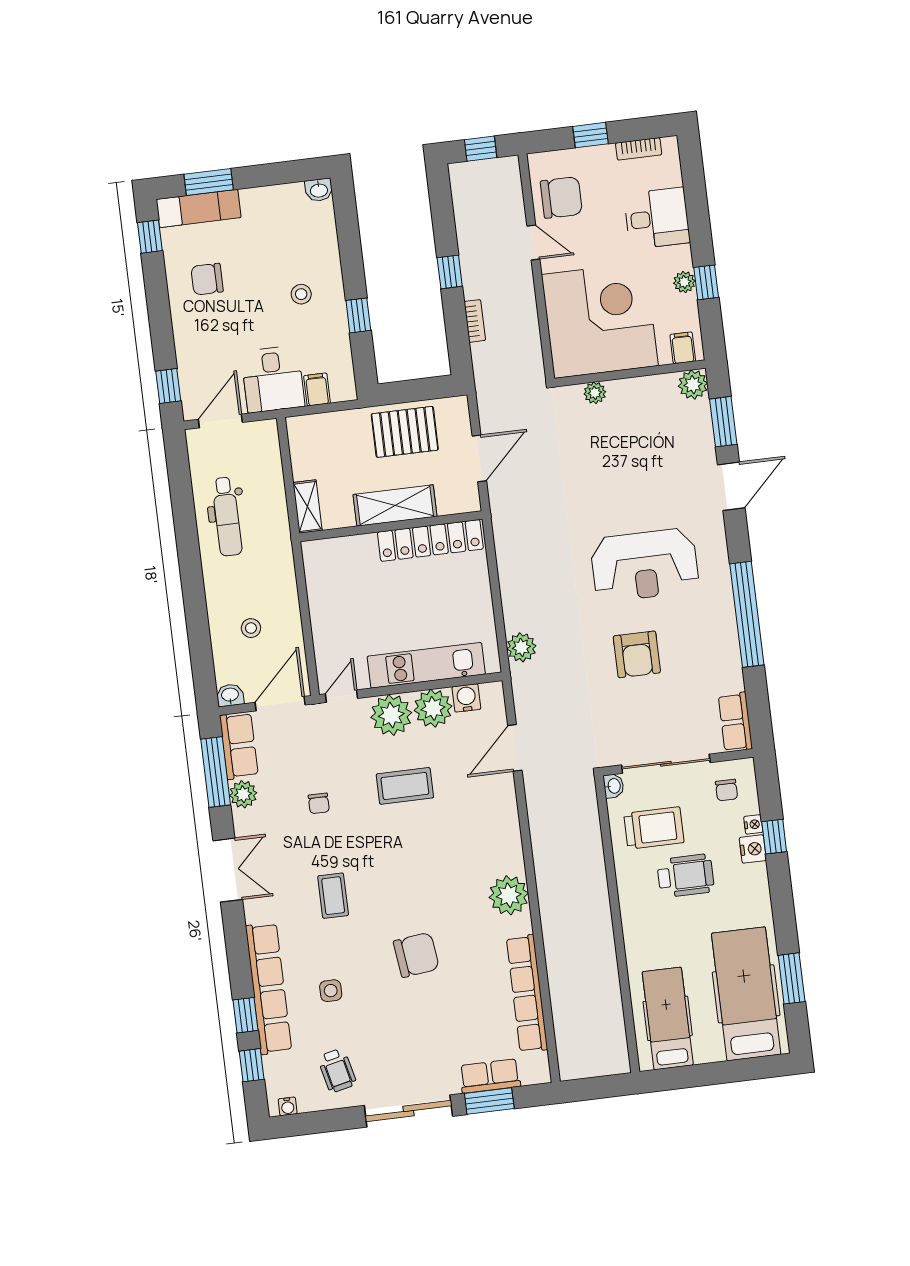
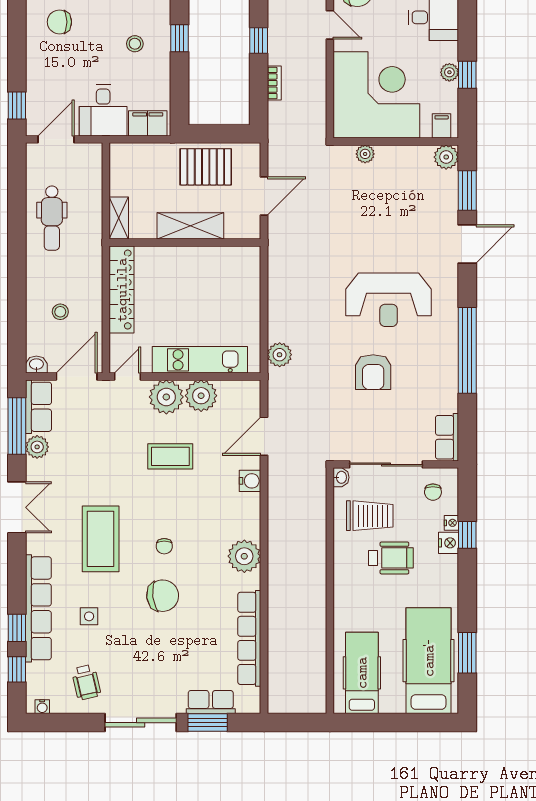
window: (358, 315) -> (179, 38), moved
filing cabinet: (317, 389) -> (148, 123), width x2.00
locker: (430, 541) -> (122, 290), moved, turned -90
water cooler: (466, 698) -> (250, 481), moved, turned 90
chair: (319, 803) -> (164, 546), moved
coffee table: (333, 896) -> (101, 539), width x1.86, depth x1.72

